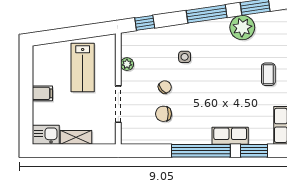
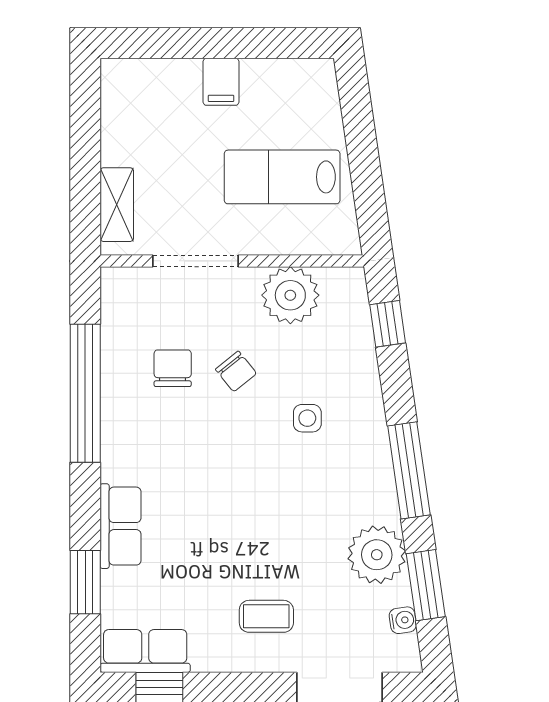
water cooler: (270, 17) -> (403, 620), added
plant: (127, 64) -> (290, 295), width x1.88, depth x1.88
kitchen sink: (46, 135) -> (123, 90), removed
shelving: (76, 137) -> (117, 205), moved
window: (201, 151) -> (85, 393), moved

